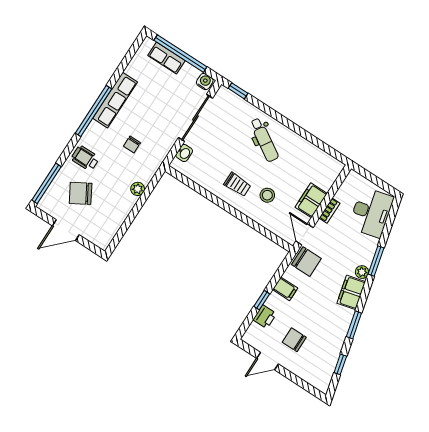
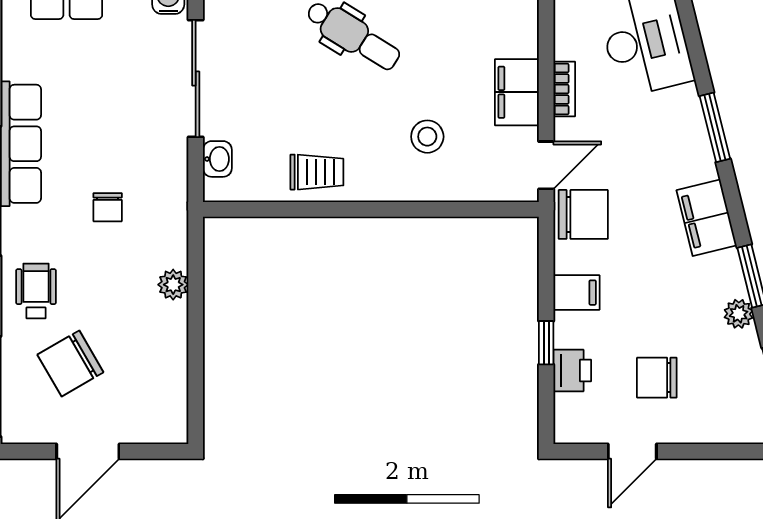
wheelchair: (85, 158) -> (36, 291), turned 90
trolley: (237, 185) -> (317, 172), moved
door: (304, 234) -> (546, 165), swing flipped
plant: (362, 272) -> (739, 314), moved

